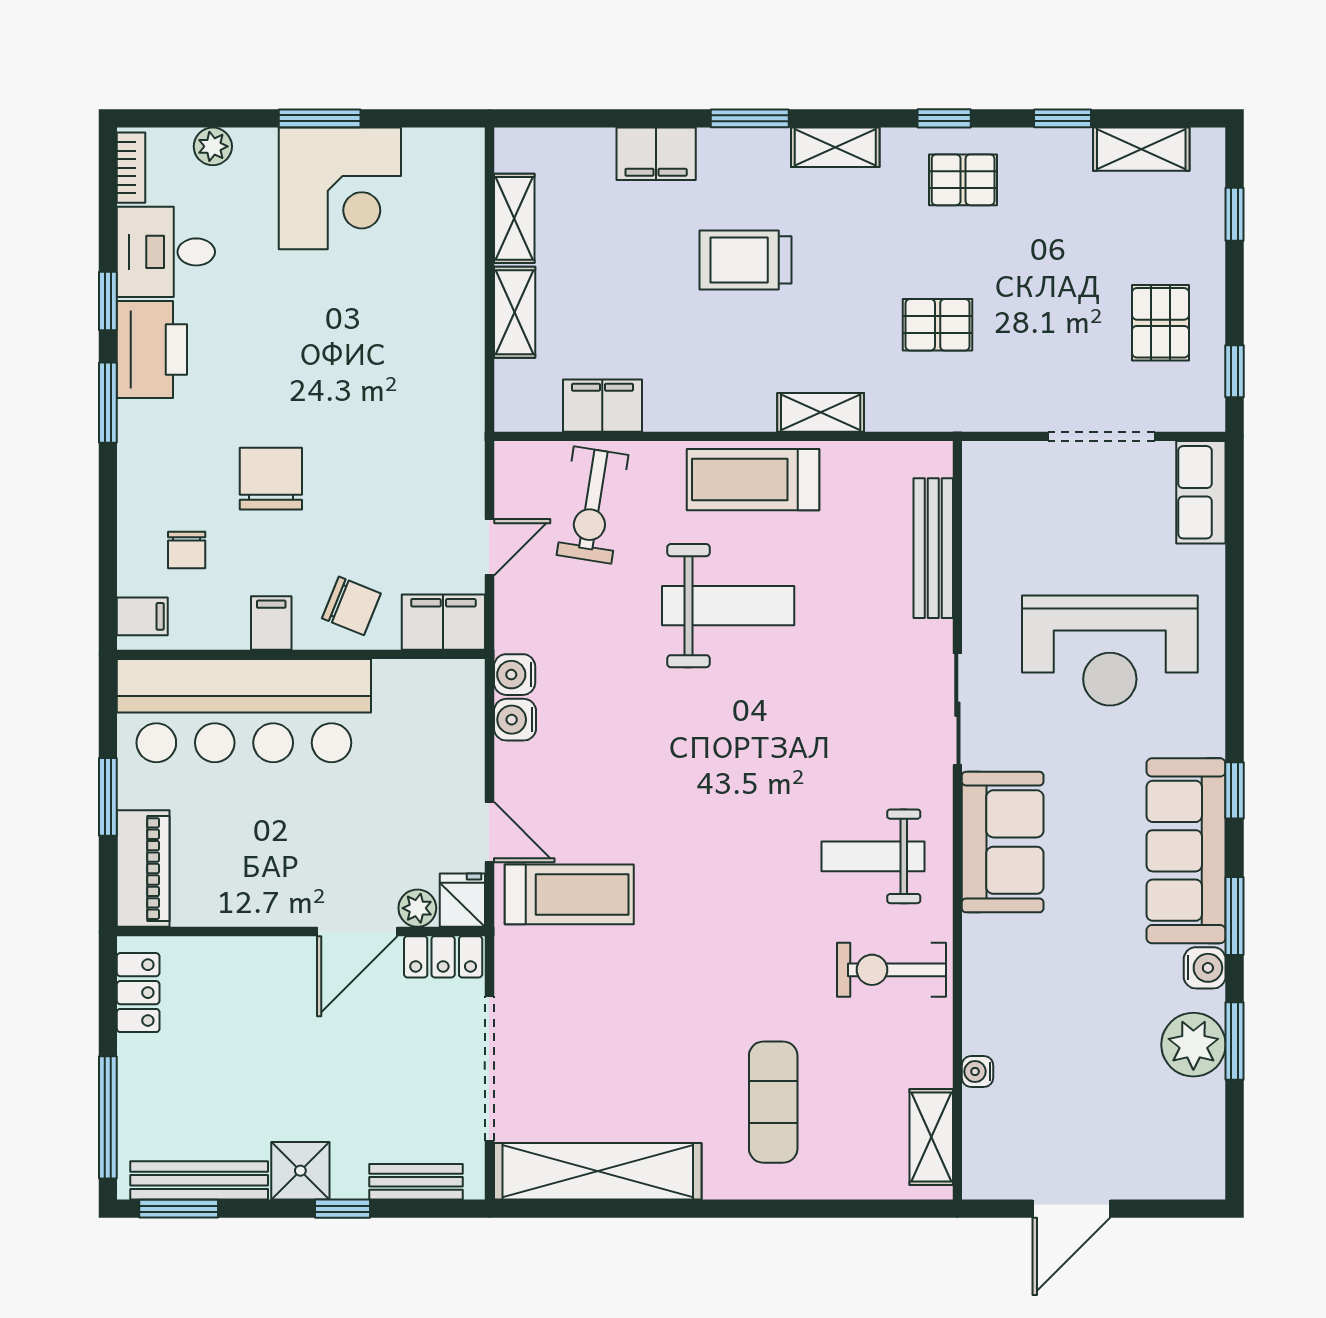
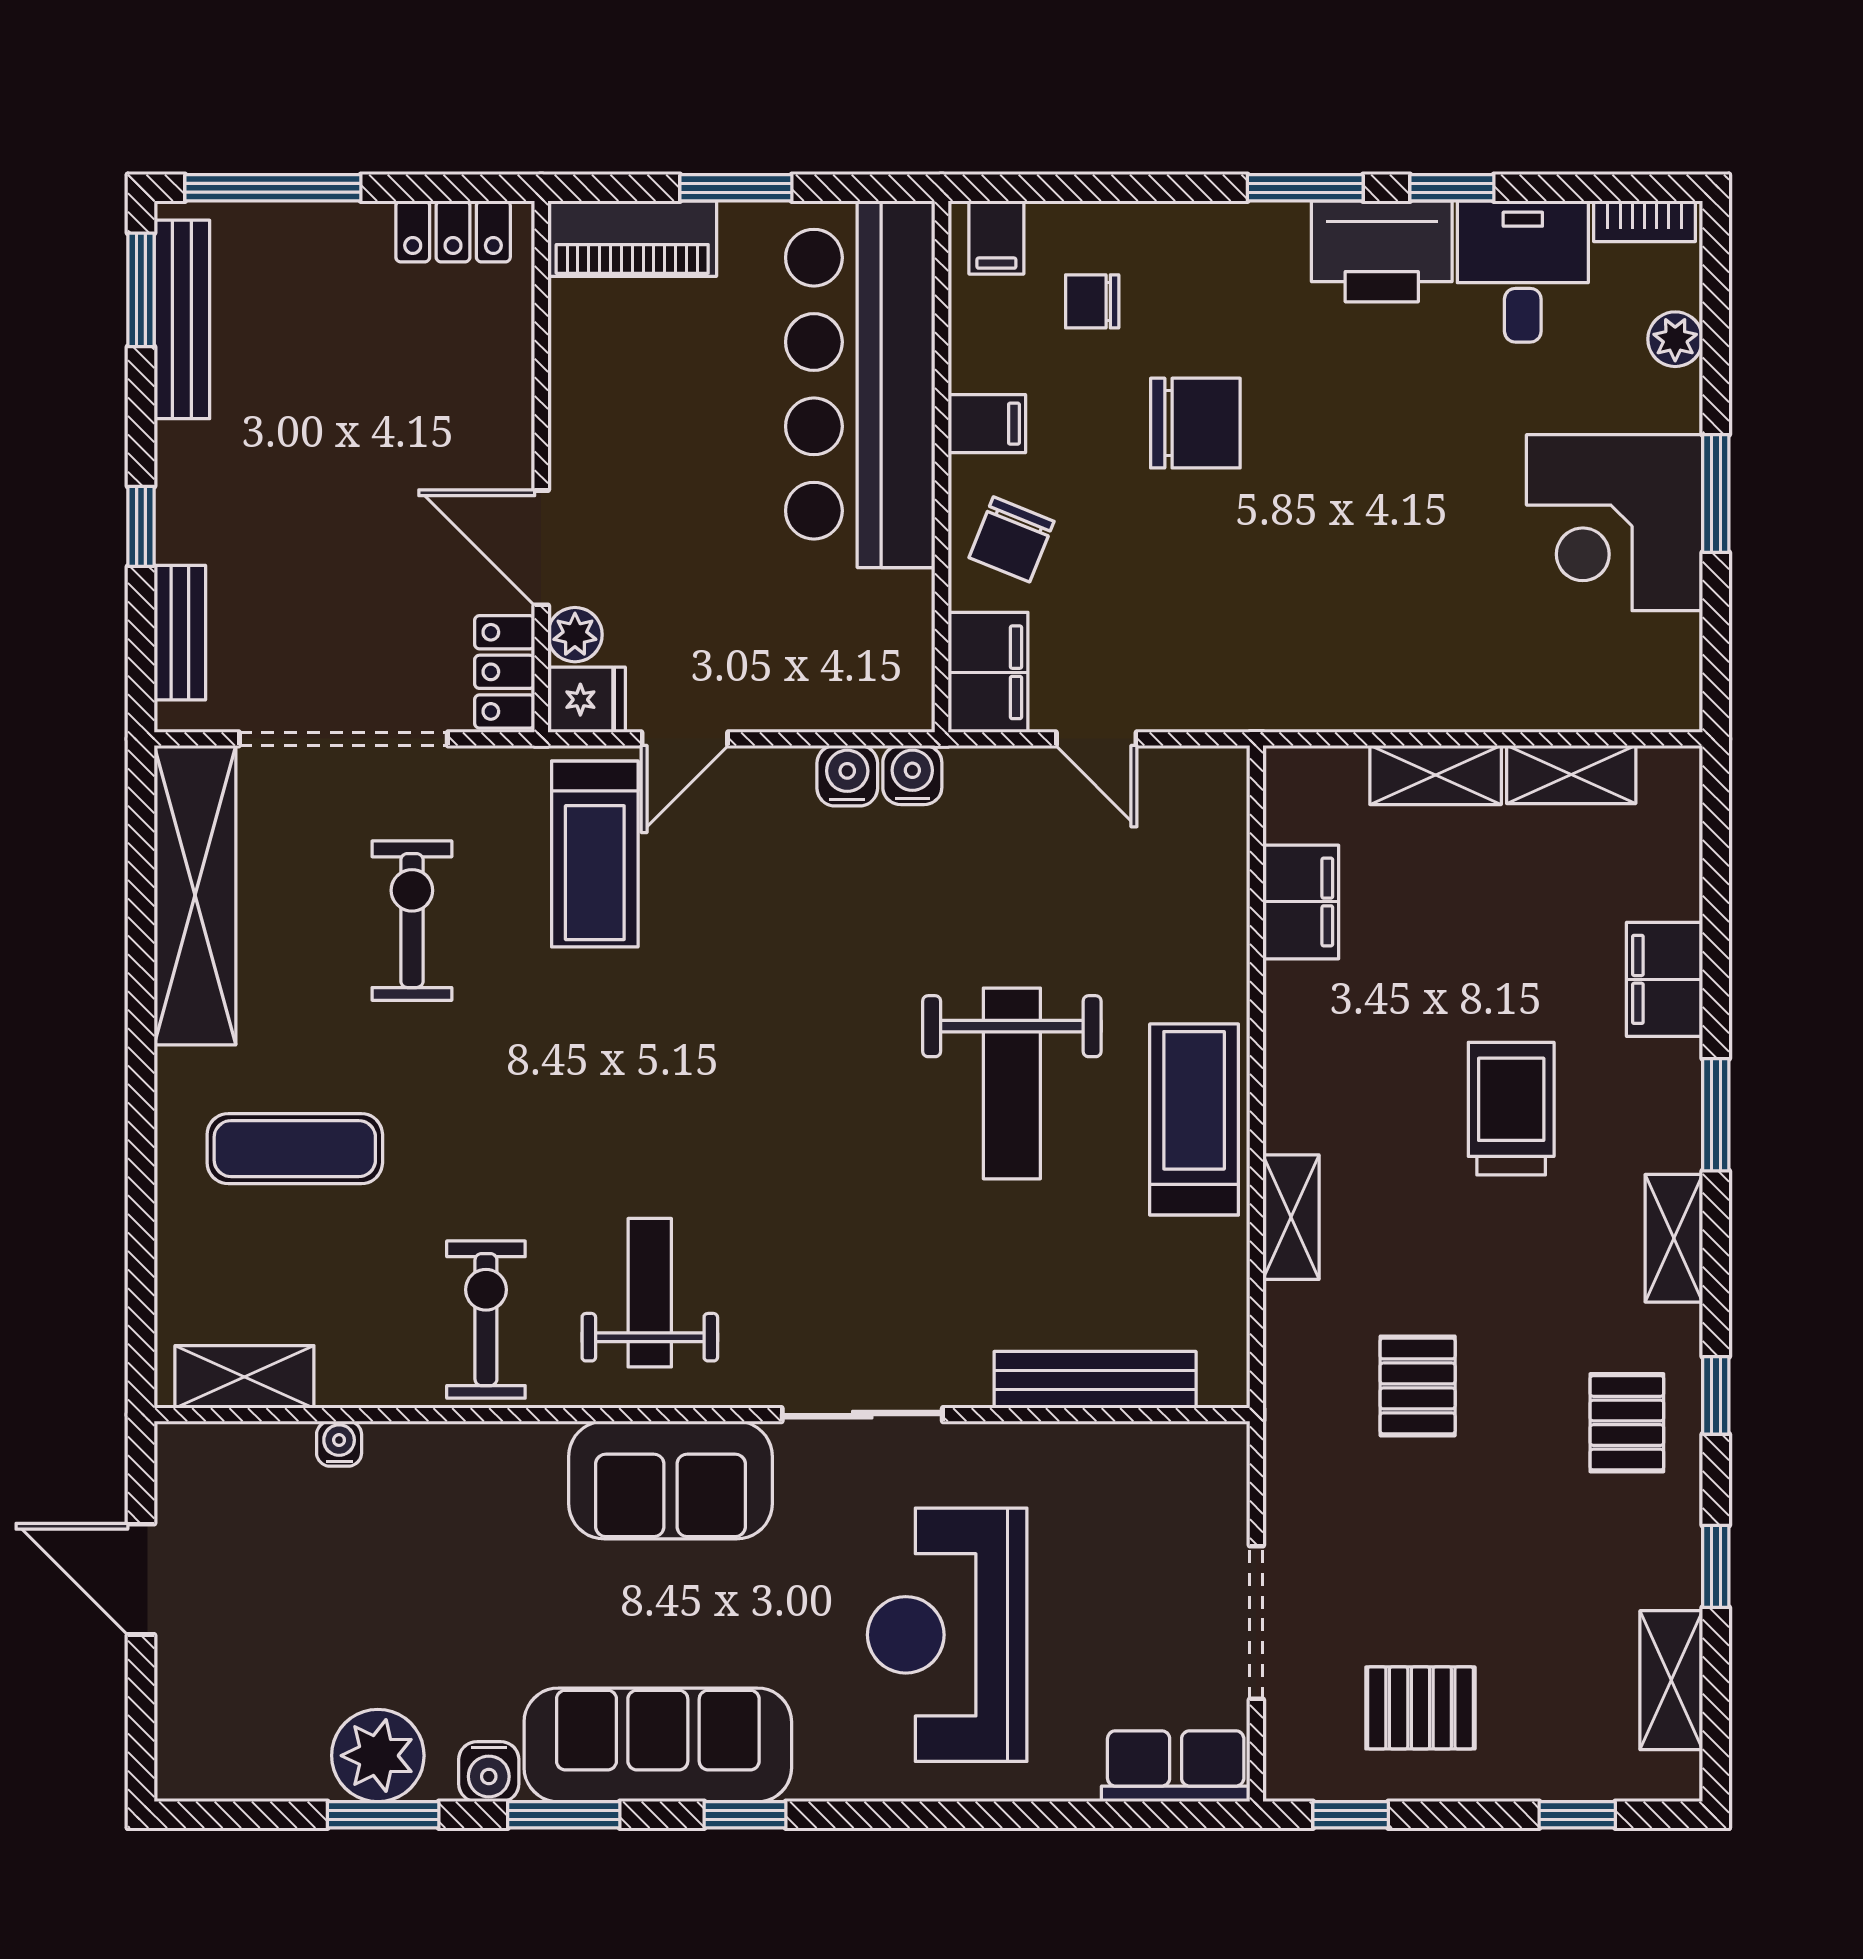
exercise bike: (593, 505) -> (412, 921), moved, turned 81
shower: (300, 1171) -> (196, 466), removed

